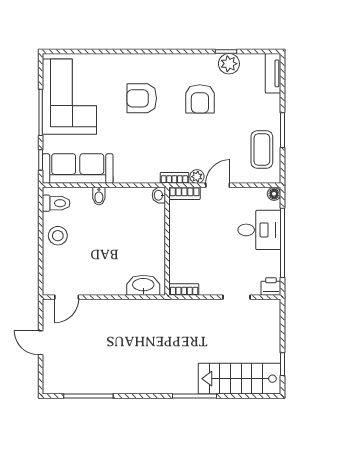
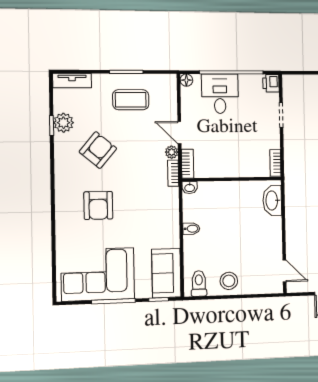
armchair: (200, 99) -> (98, 150), turned -50
coffee table: (262, 150) -> (131, 100), moved
sofa: (78, 169) -> (166, 273), width x0.73
bidet: (99, 196) -> (191, 229), moved

